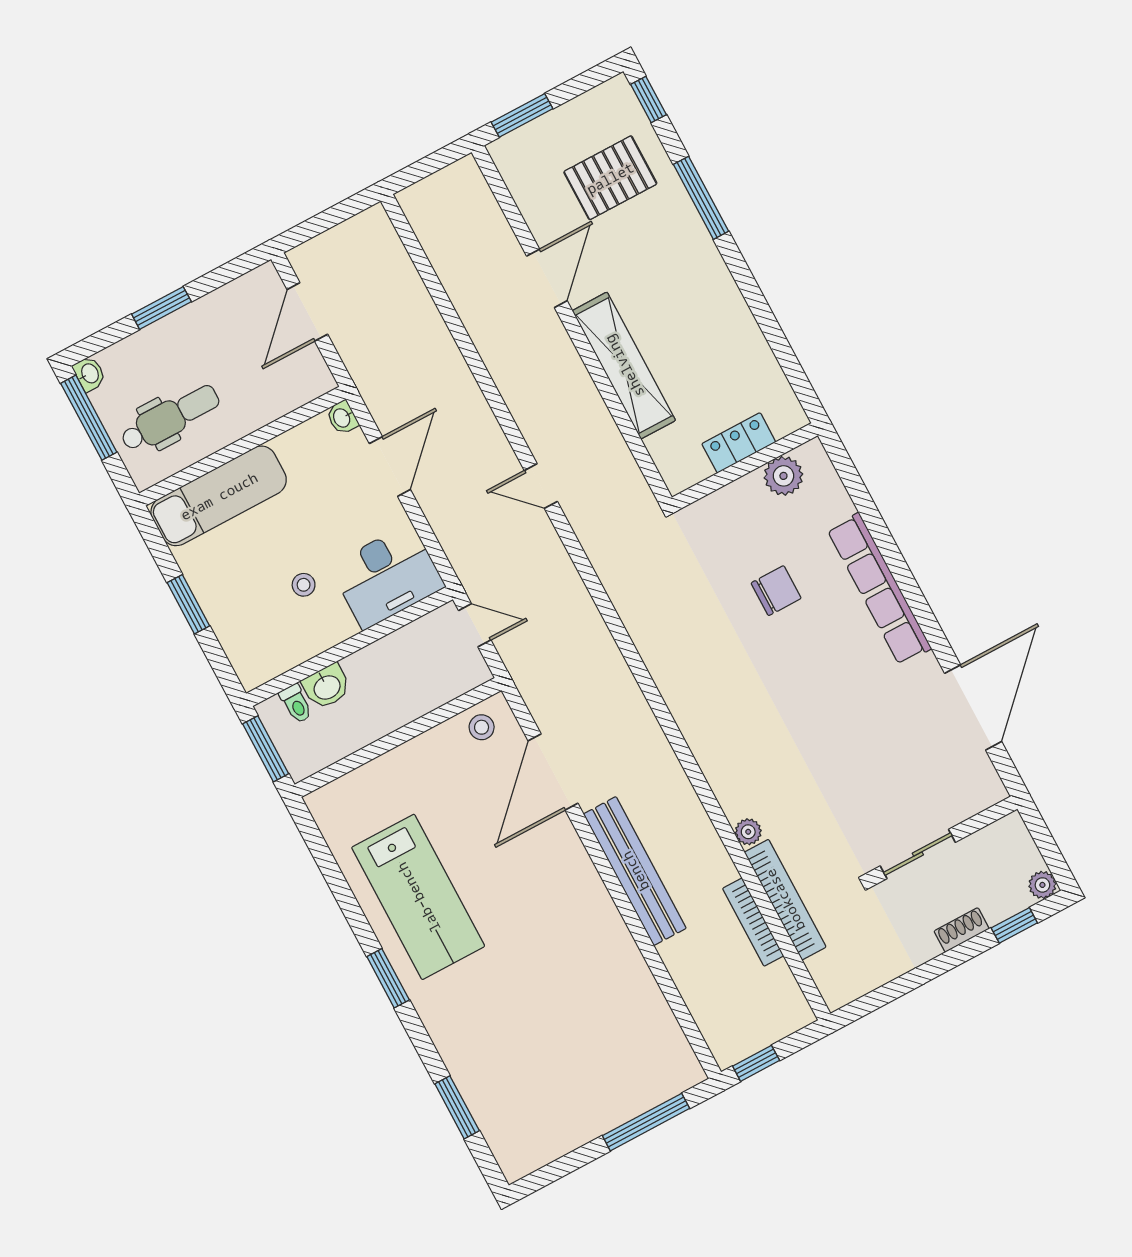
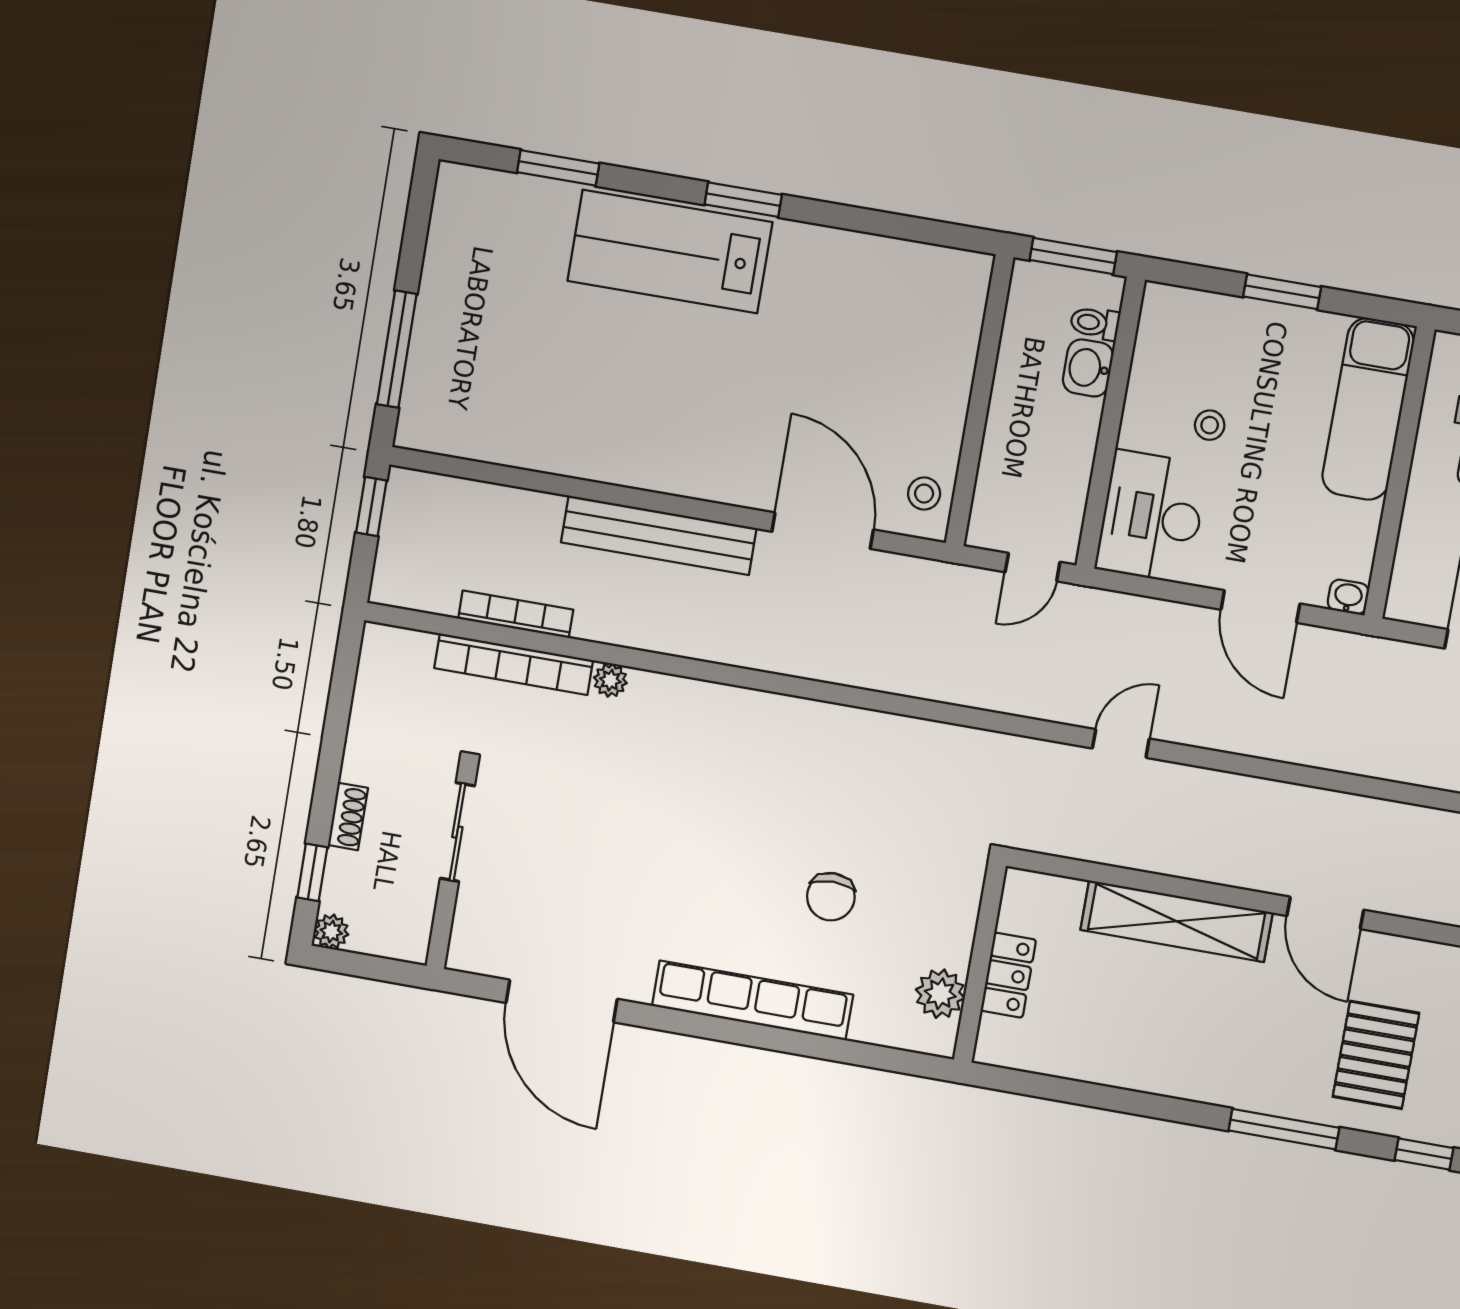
lab bench: (418, 897) -> (670, 252), moved

